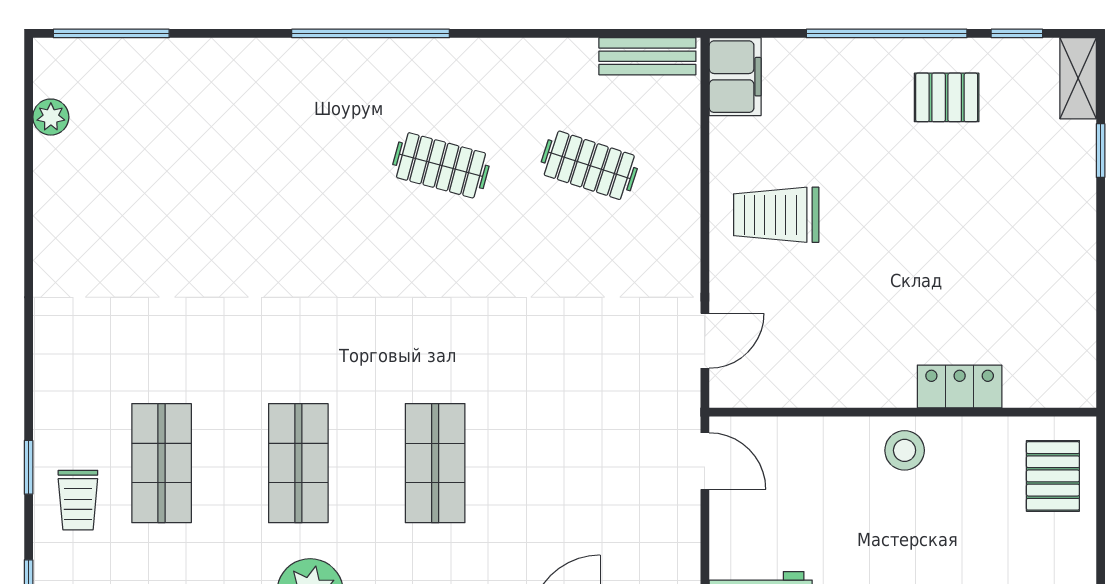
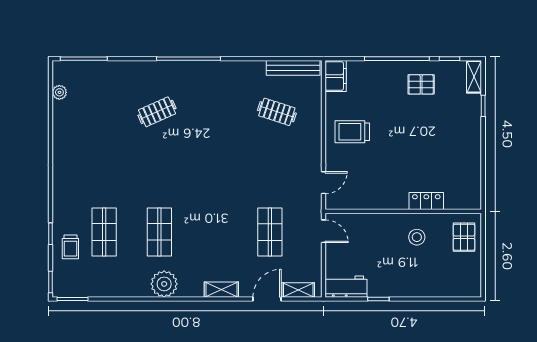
bench: (647, 56) -> (293, 68), width x1.36
clothes rail: (441, 165) -> (157, 112), moved, turned -39
stool: (905, 450) -> (417, 237), moved
shop shelf: (435, 463) -> (270, 232), moved

